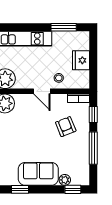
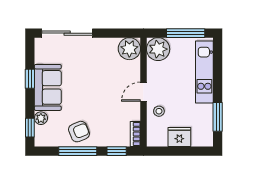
armchair: (66, 127) -> (79, 132), moved
window: (20, 189) -> (30, 79), moved

